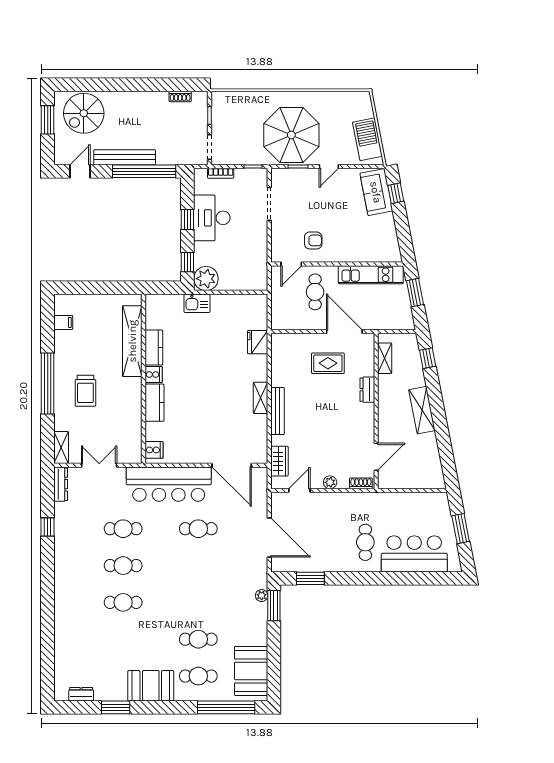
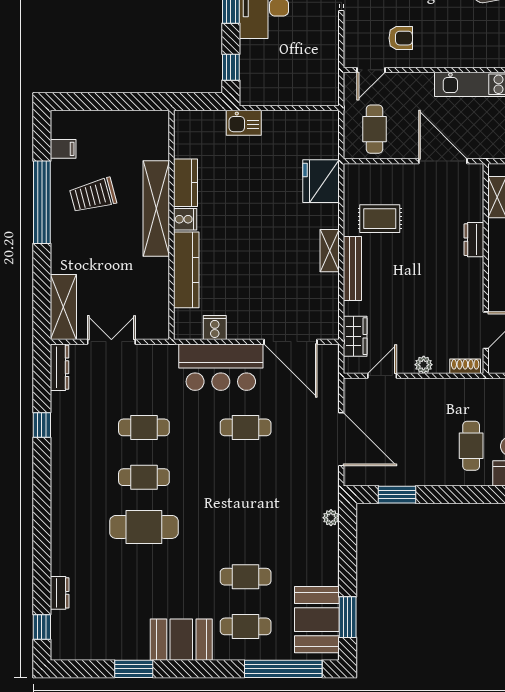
plant: (206, 279) -> (256, 90), removed
cafe table: (315, 292) -> (375, 129), moved
shelving: (132, 341) -> (156, 209), moved
fridge: (258, 342) -> (321, 181), width x1.36, depth x1.34
rug: (328, 363) -> (380, 219), moved
window: (48, 384) -> (42, 202), moved
trolley: (85, 391) -> (93, 195), moved, turned 75
kitchen counter: (154, 403) -> (186, 270), width x1.50
shelving: (61, 448) -> (63, 307), width x1.50, depth x1.33
cooker: (154, 450) -> (215, 328), moved, turned -90
bar counter: (169, 484) -> (221, 367), width x0.73
cafe table: (123, 602) -> (144, 527), width x1.37, depth x1.35
window: (274, 606) -> (348, 617), moved
window: (48, 676) -> (42, 627), added
dresser: (81, 694) -> (60, 593), moved, turned 90

